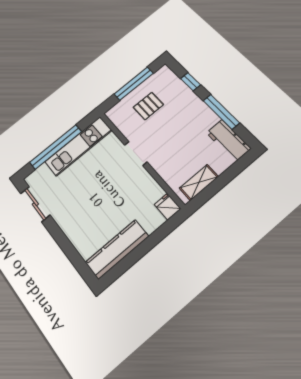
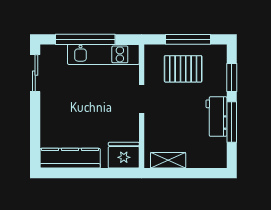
window: (190, 82) -> (232, 78), width x1.50
pallet: (148, 106) -> (183, 69), width x1.50, depth x1.42
workbench: (228, 141) -> (216, 117), moved
fridge: (168, 207) -> (124, 155), width x1.88, depth x1.34

